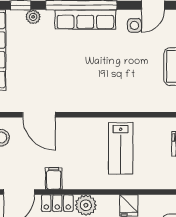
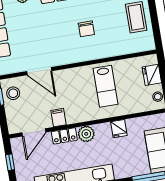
chair: (108, 71) -> (86, 29), added

